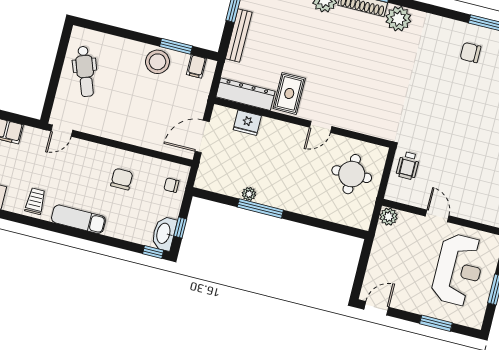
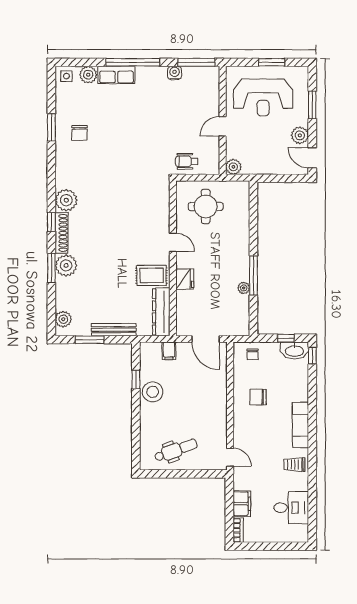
window: (176, 46) -> (136, 380), width x0.67
filing cabinet: (196, 67) -> (169, 351), moved, turned 90
fridge: (247, 123) -> (185, 279), moved
wheelchair: (408, 166) -> (187, 161), turned 180
reception desk: (459, 270) -> (263, 97), turned 180
plant: (405, 301) -> (300, 135), added

